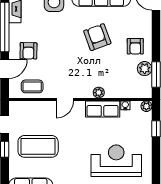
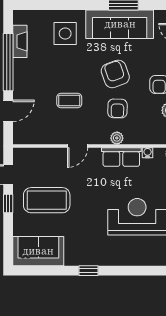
armchair: (28, 51) -> (117, 108), moved
coffee table: (32, 86) -> (69, 100), moved

